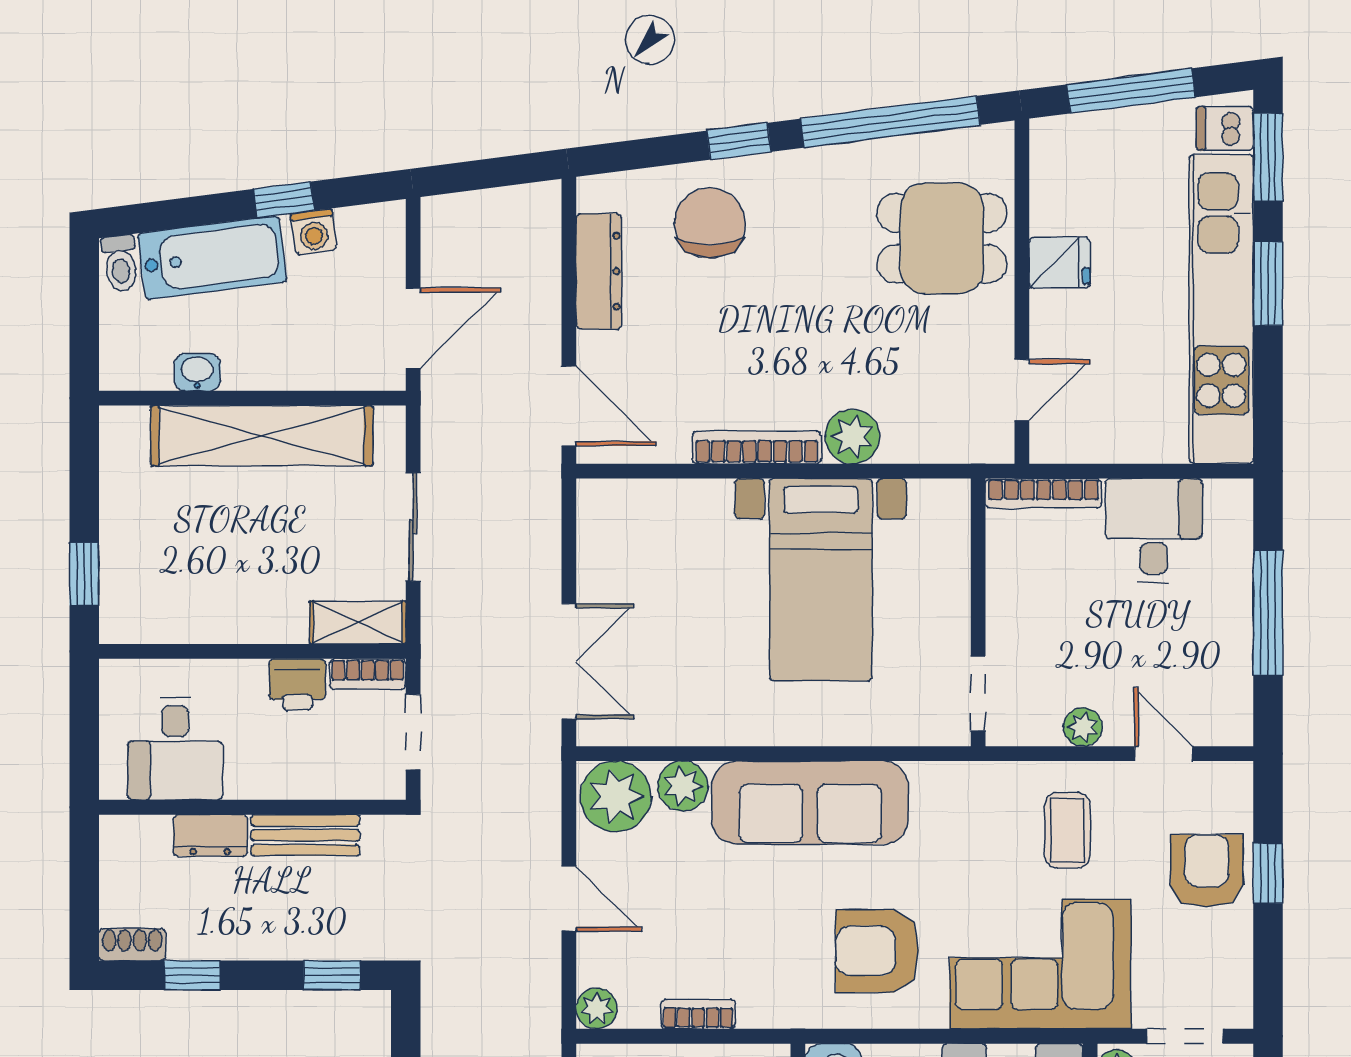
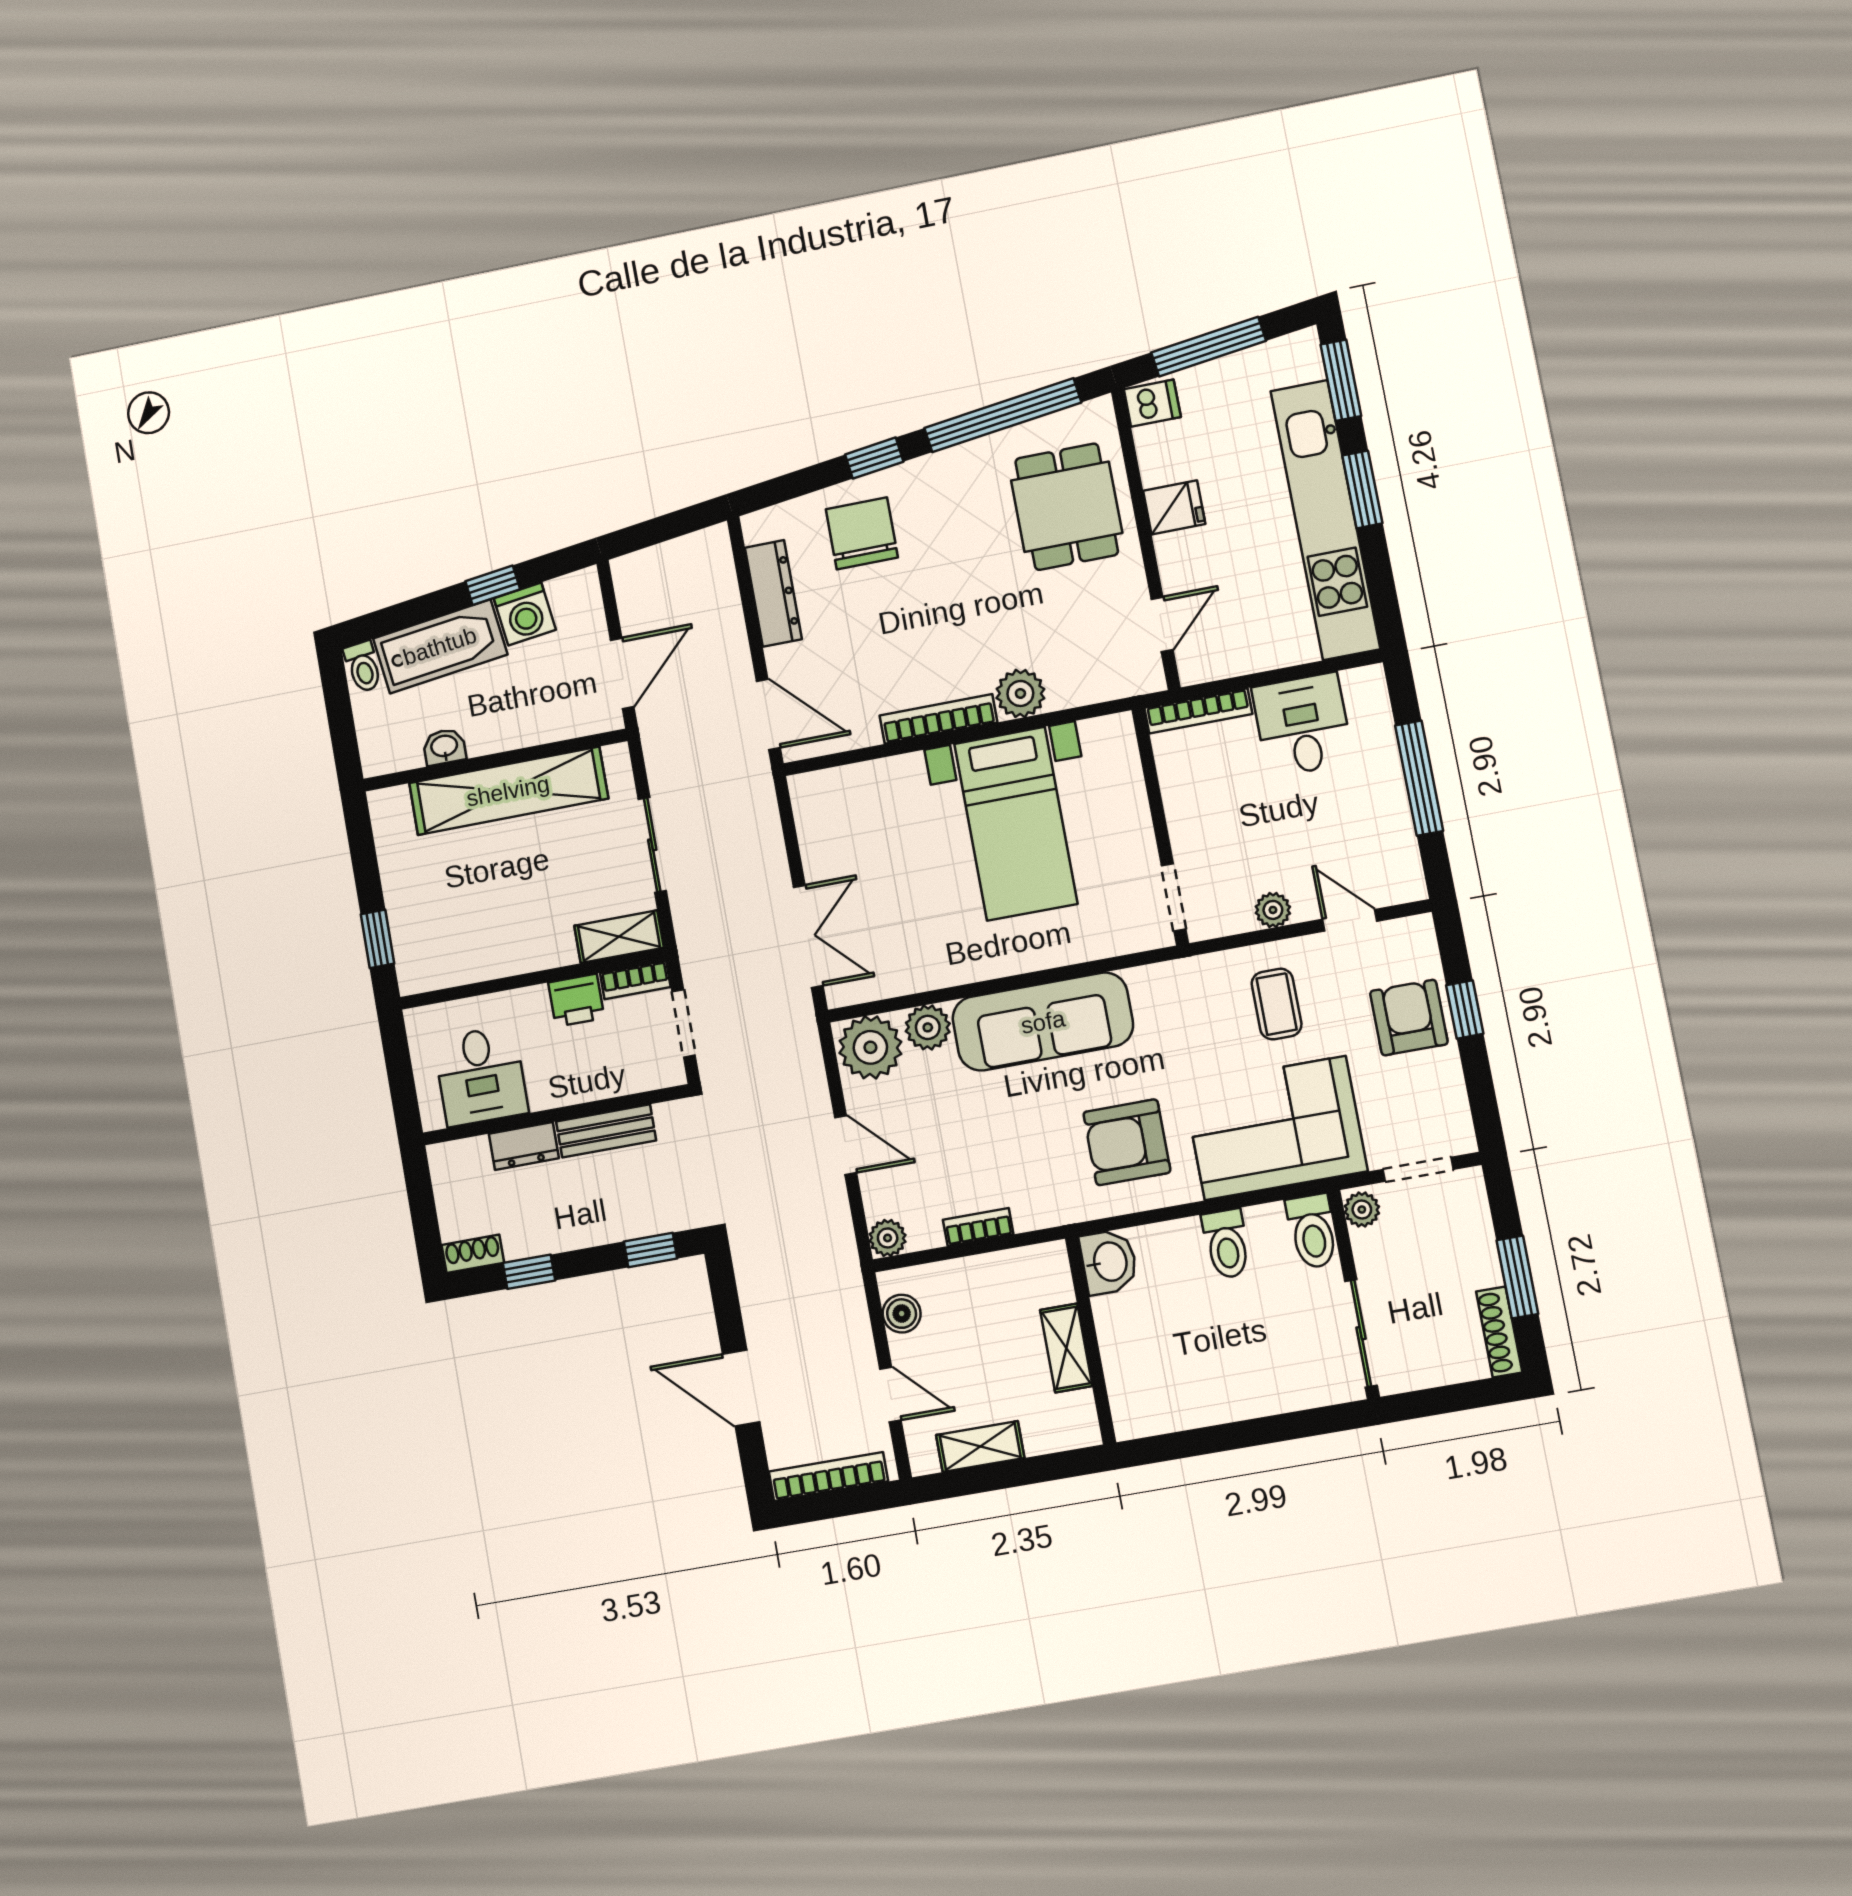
dishwasher: (1225, 128) -> (1152, 403), moved, turned 180
washing machine: (314, 232) -> (525, 614), width x1.38, depth x1.38
dining table: (942, 238) -> (1067, 507), turned 90

